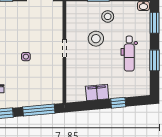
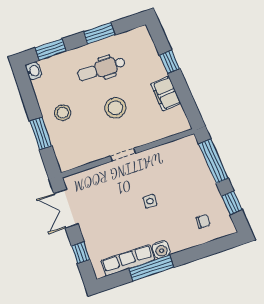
stool: (96, 39) -> (115, 108), moved
dental chair: (129, 54) -> (101, 69), turned 180

